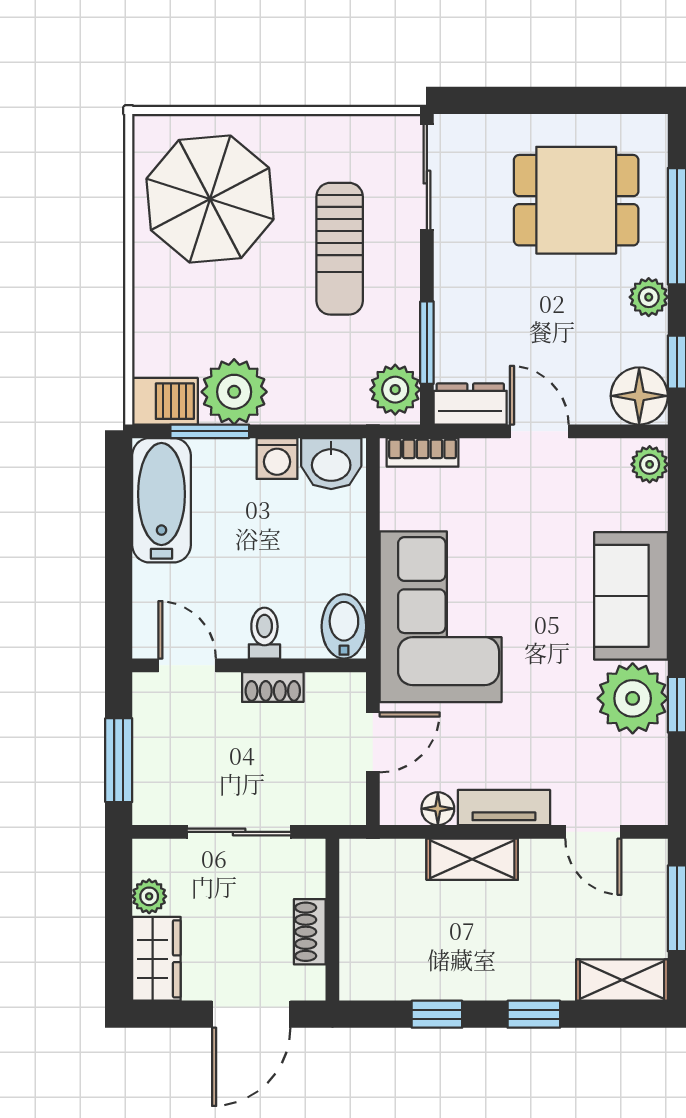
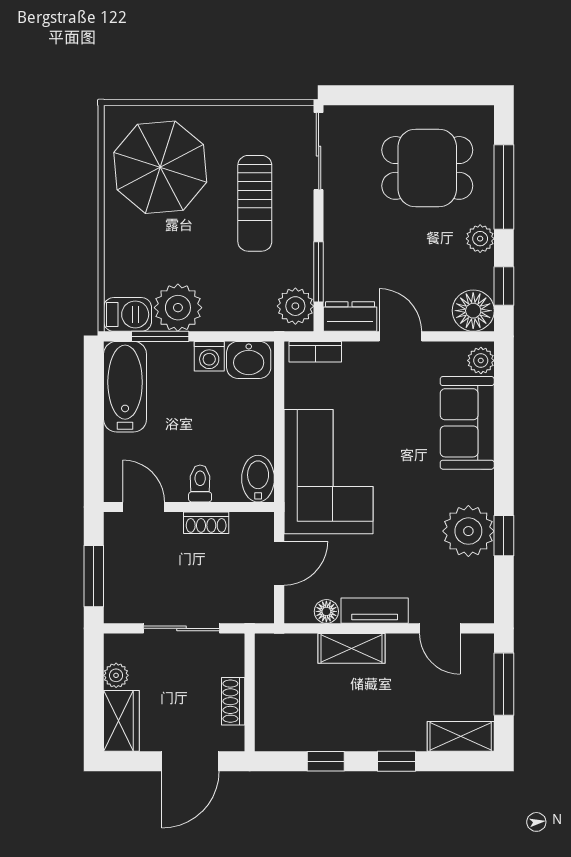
sofa: (631, 596) -> (467, 423), moved

